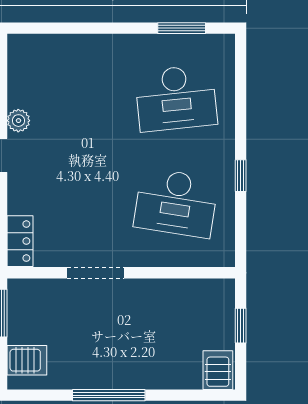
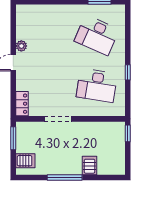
desk: (176, 98) -> (97, 35), turned 30
window: (241, 326) -> (128, 133), moved
server rack: (218, 370) -> (90, 165), moved

